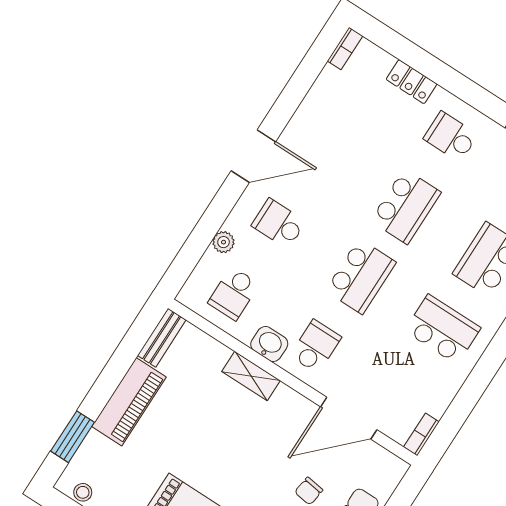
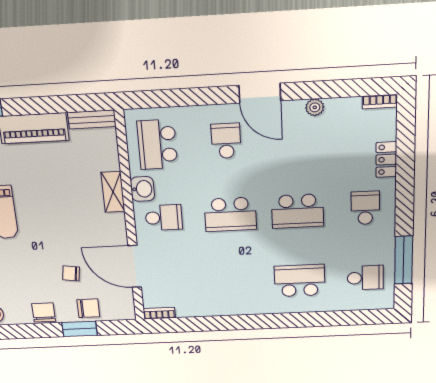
plant: (224, 242) -> (315, 107), moved
school desk: (234, 293) -> (157, 144), width x1.85
school desk: (443, 329) -> (234, 283), removed

